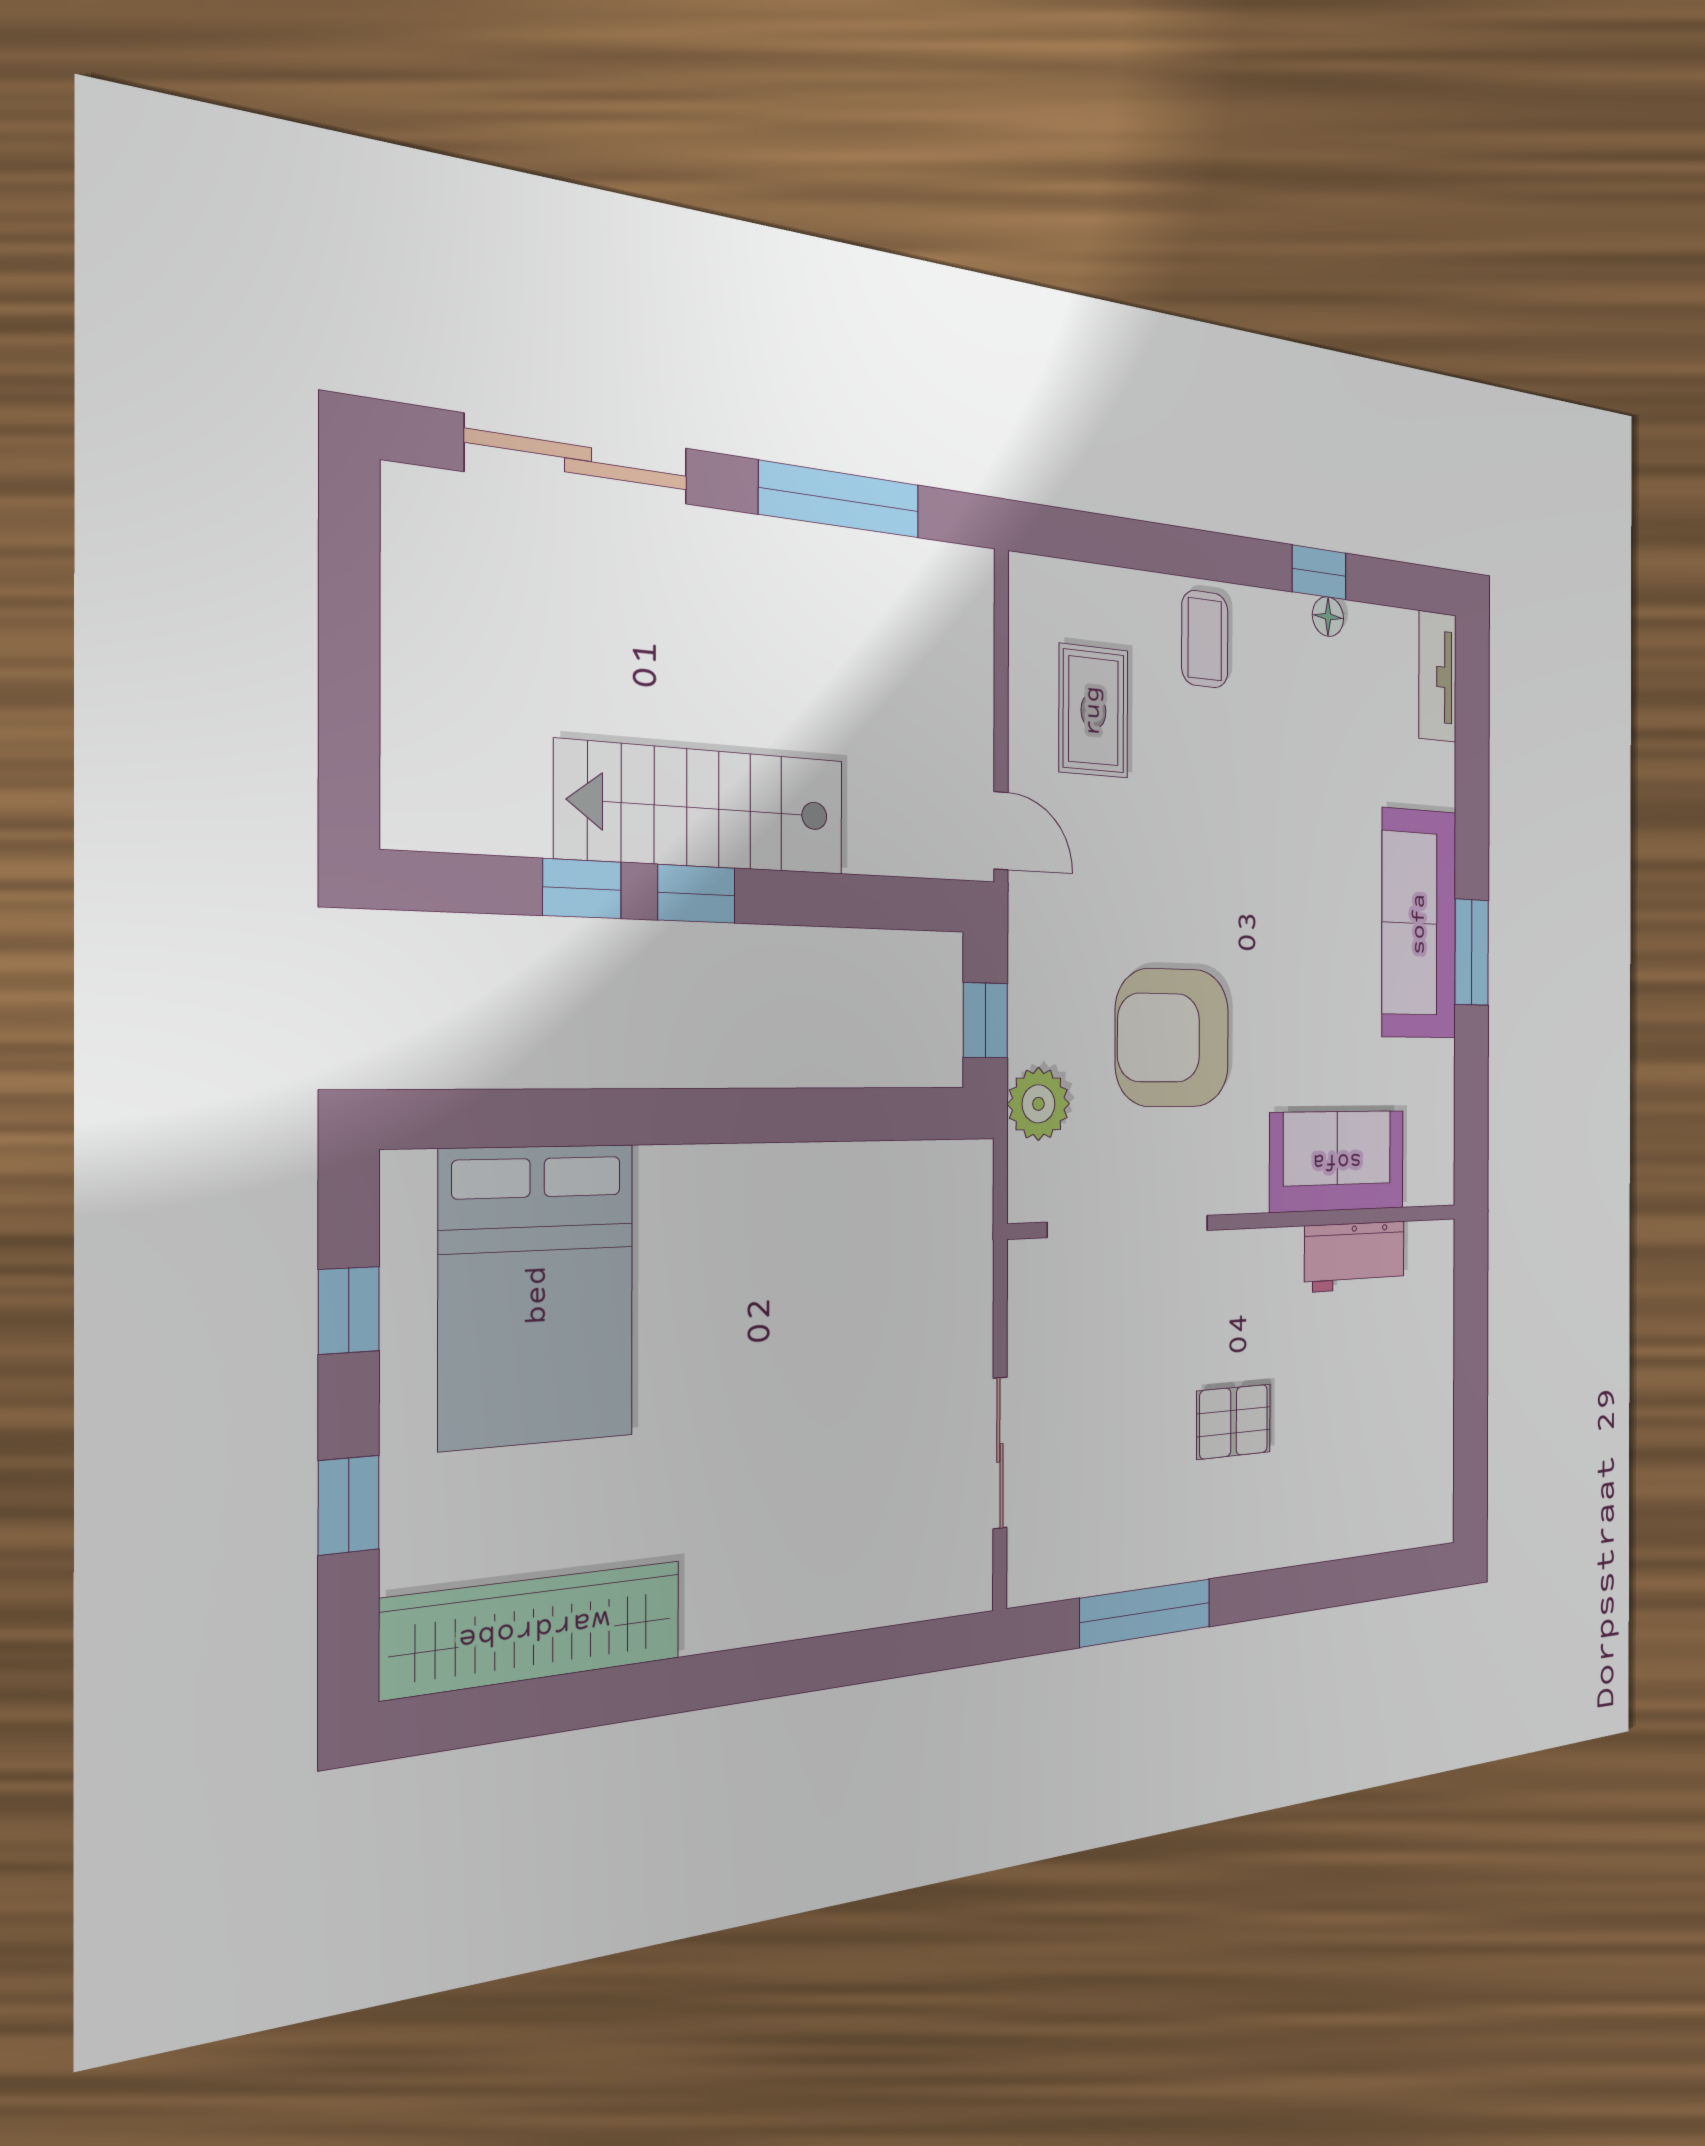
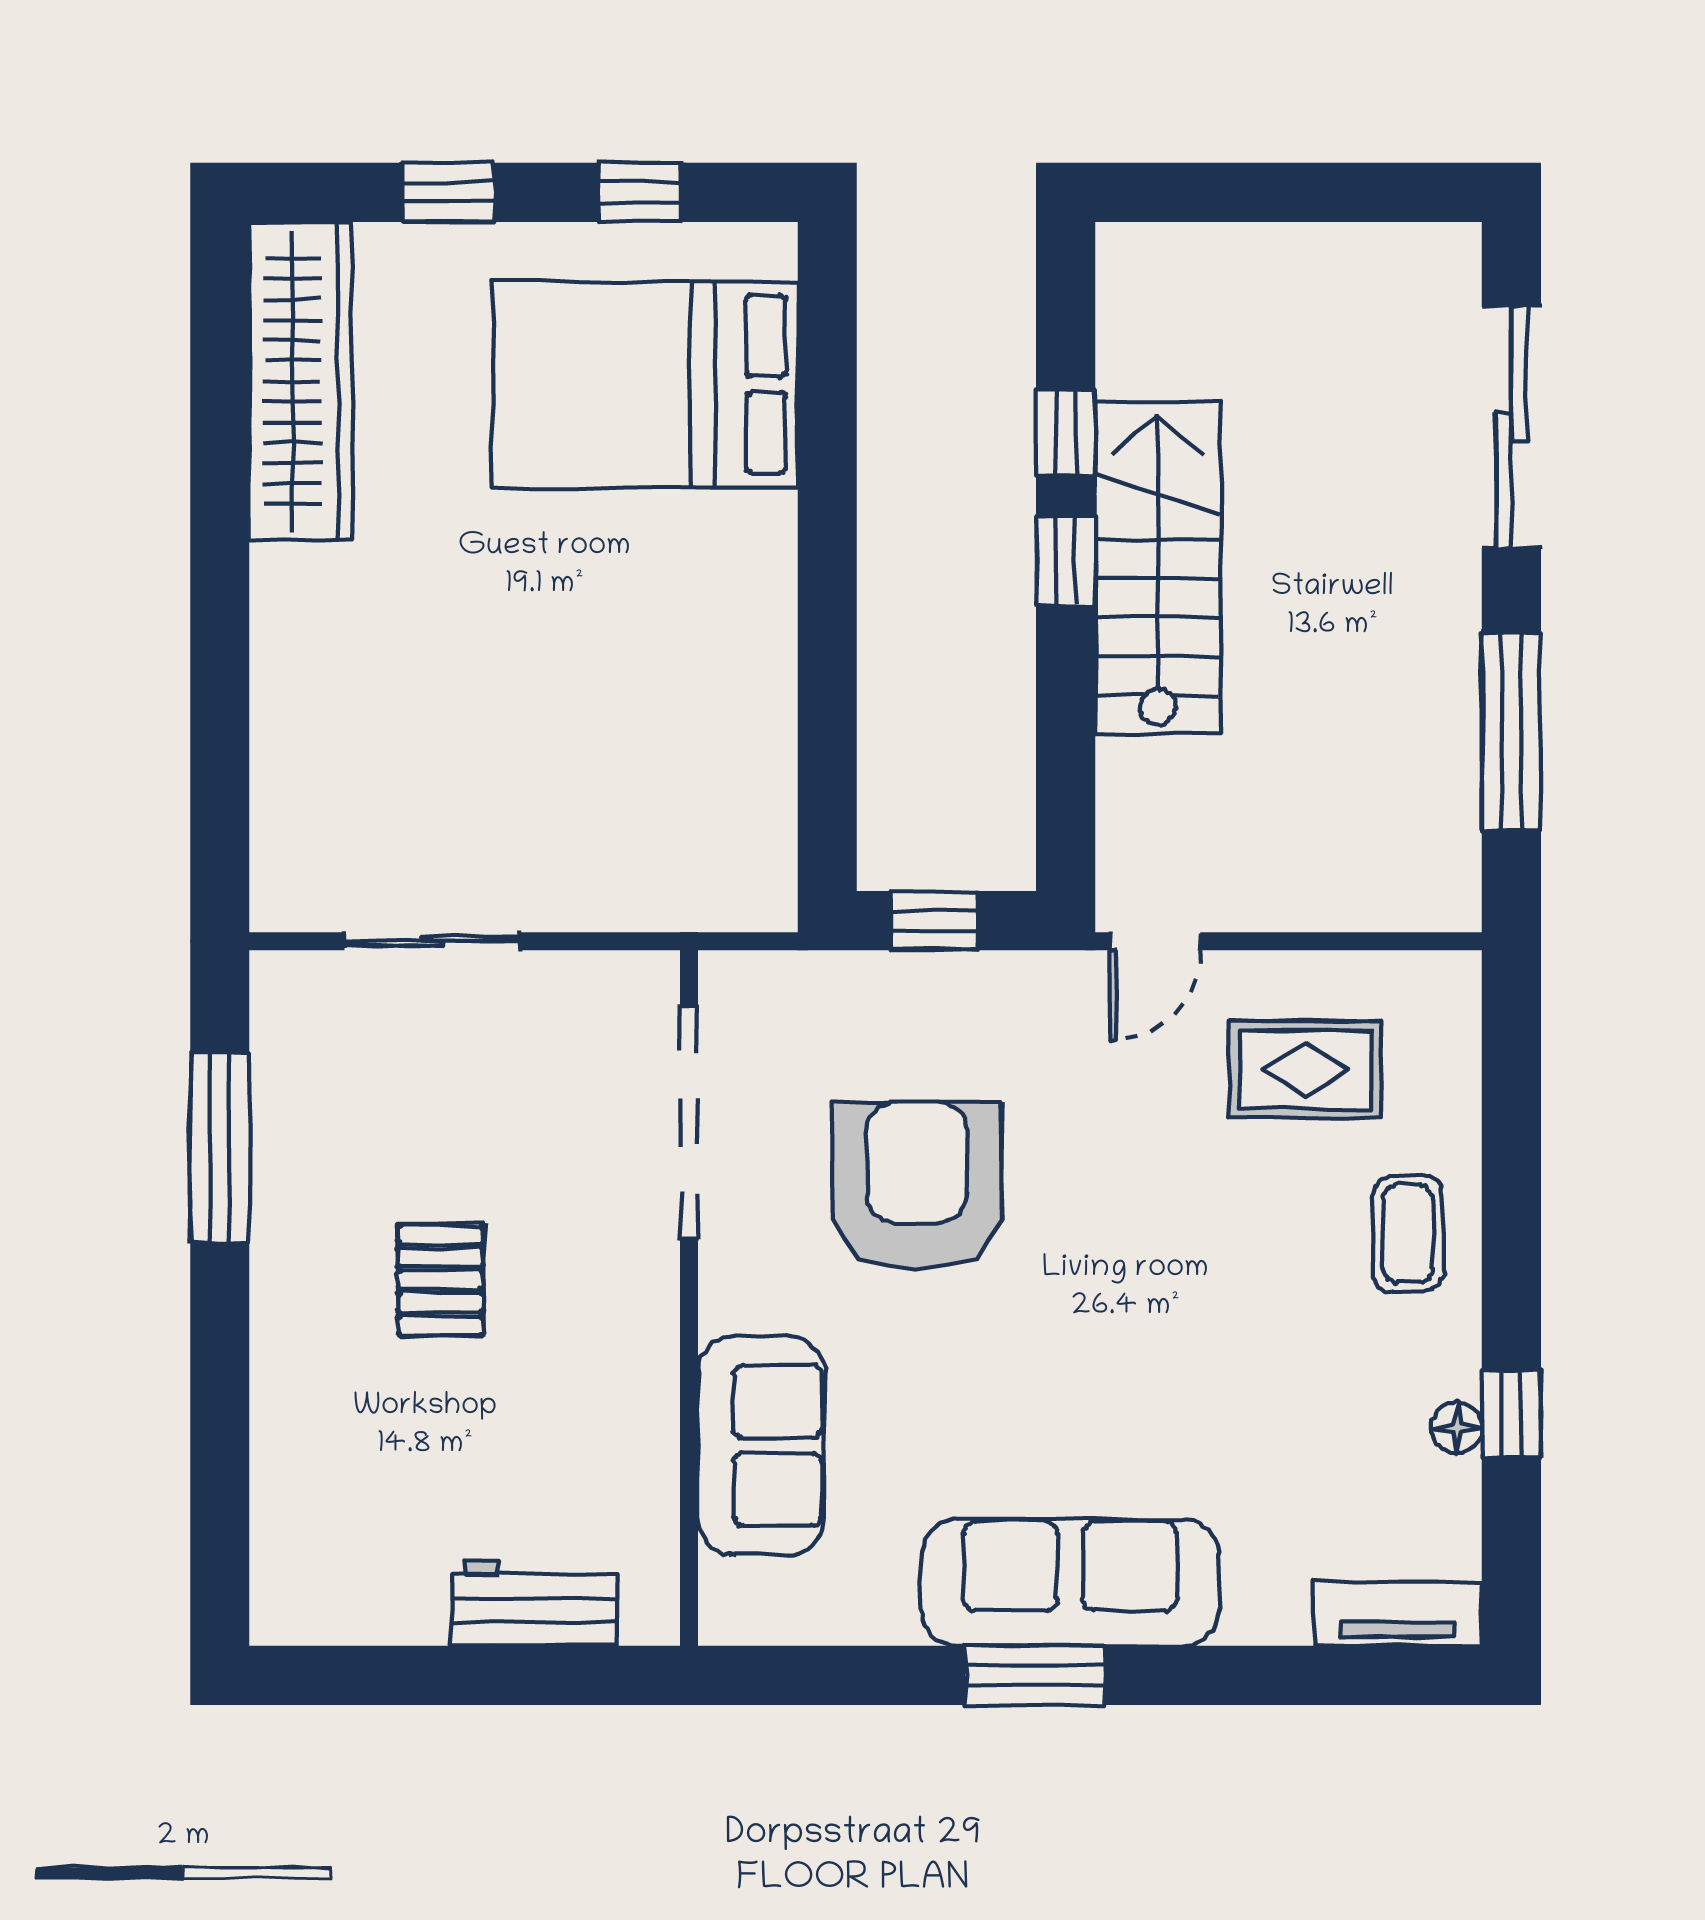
coffee table: (1205, 639) -> (1408, 1234), turned 90
plant: (1038, 1104) -> (838, 993), removed
workbench: (1355, 1256) -> (535, 1603), moved, turned 90

